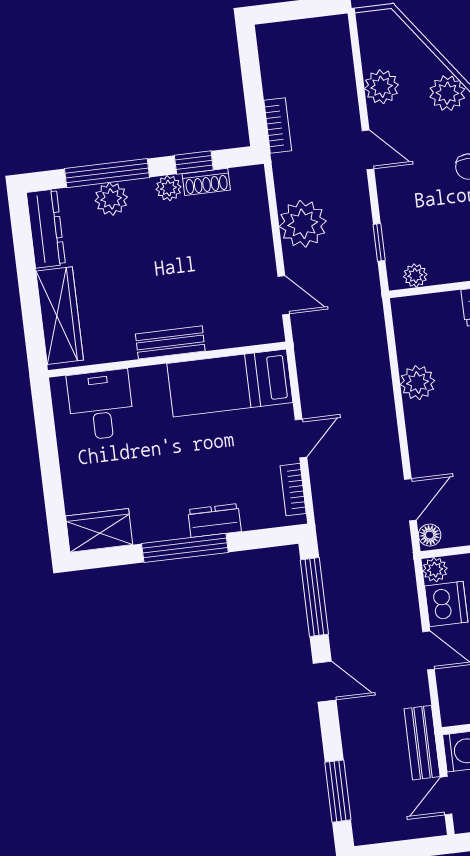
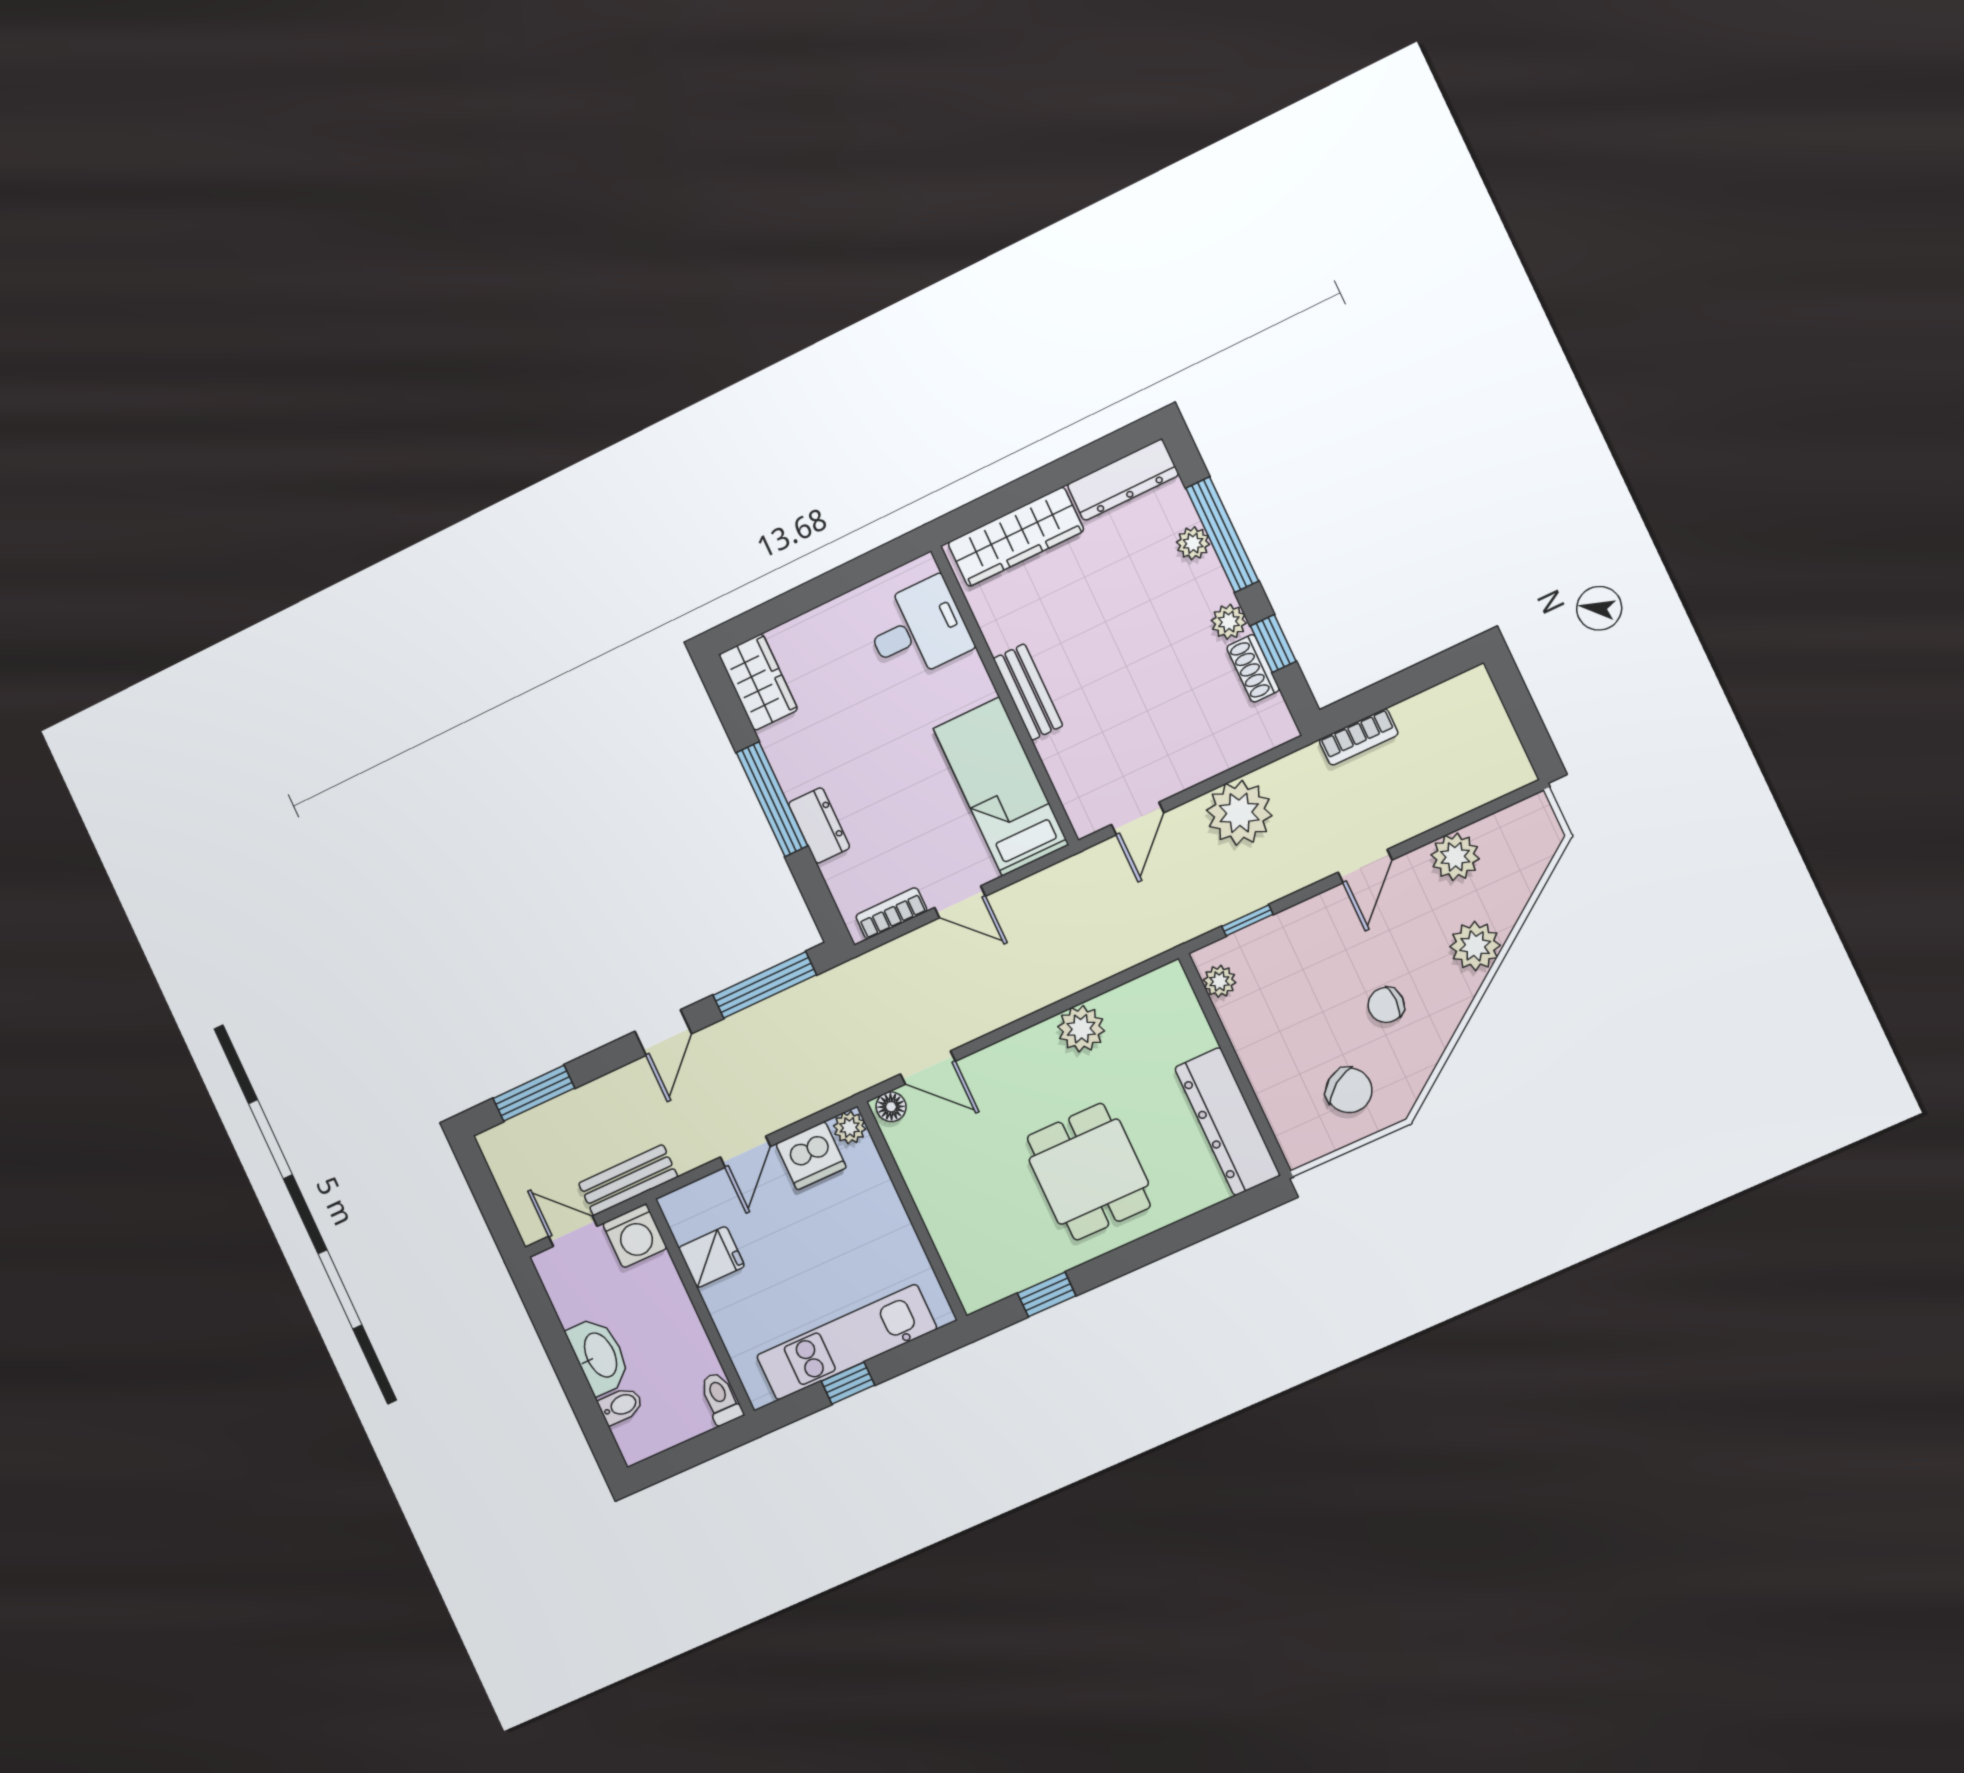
plant: (111, 199) -> (1193, 543), width x0.73, depth x0.73

